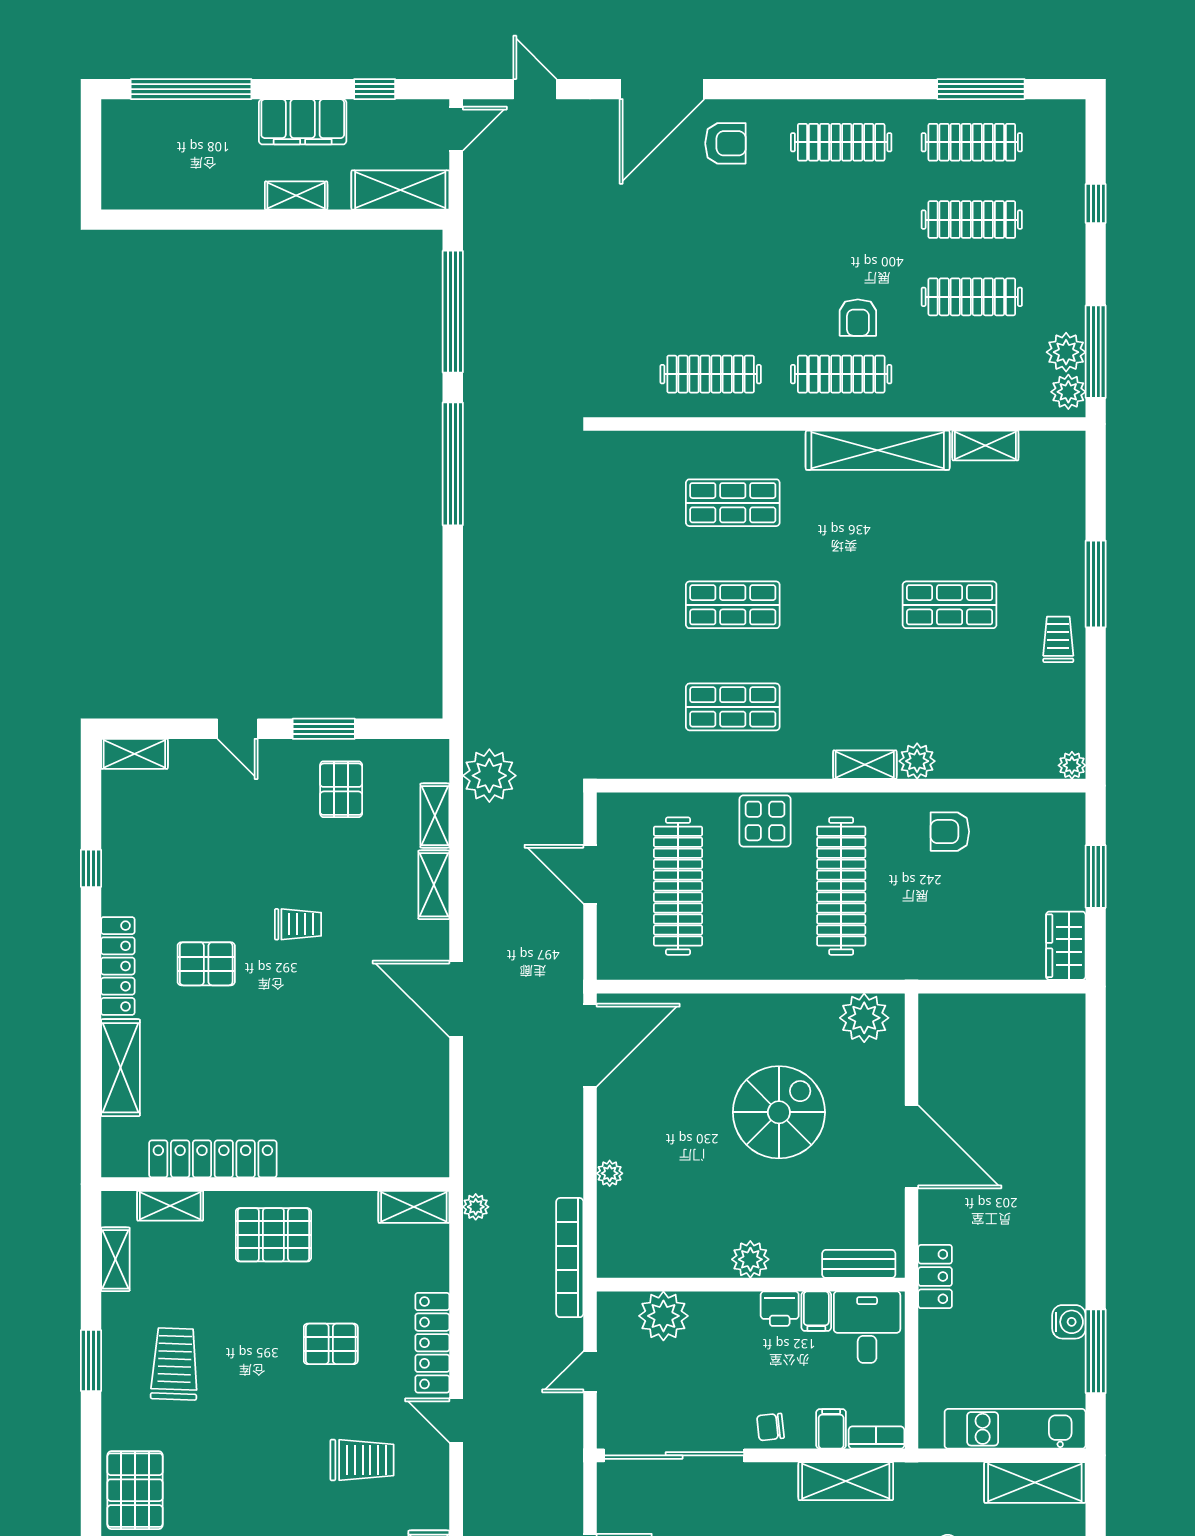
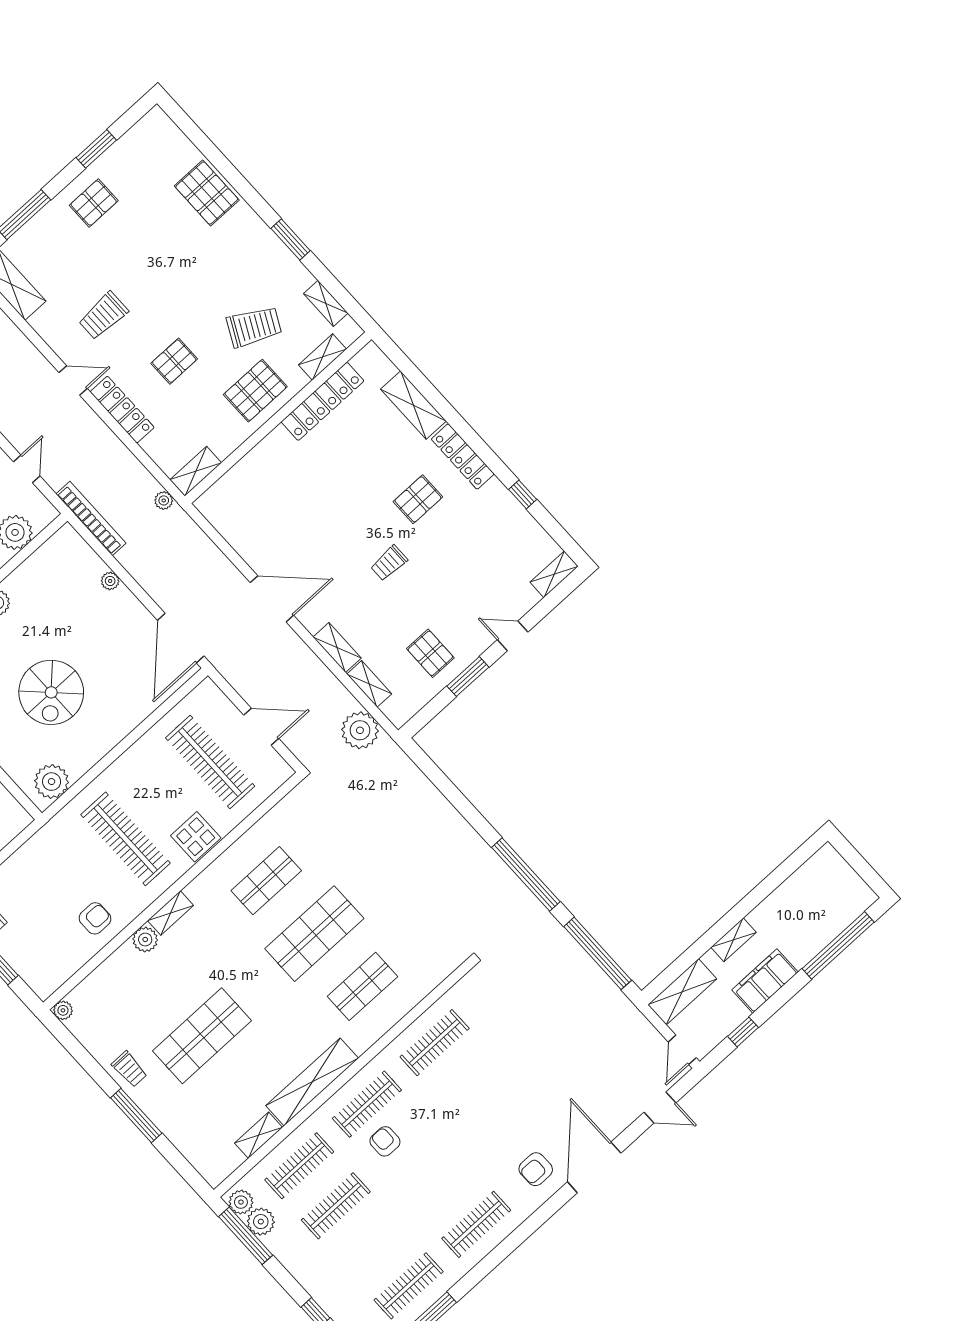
clothes rail: (972, 220) -> (299, 1166), moved
shop shelf: (733, 605) -> (314, 934), width x1.43, depth x1.36
shop shelf: (950, 605) -> (202, 1036), width x1.43, depth x1.36
trolley: (175, 1364) -> (254, 327), moved, turned -65

